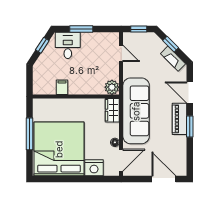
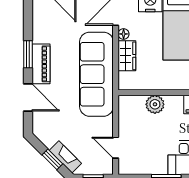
fireplace: (173, 59) -> (65, 157), moved
plant: (112, 87) -> (155, 104), moved
wardrobe: (112, 110) -> (127, 56), moved

